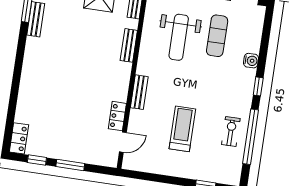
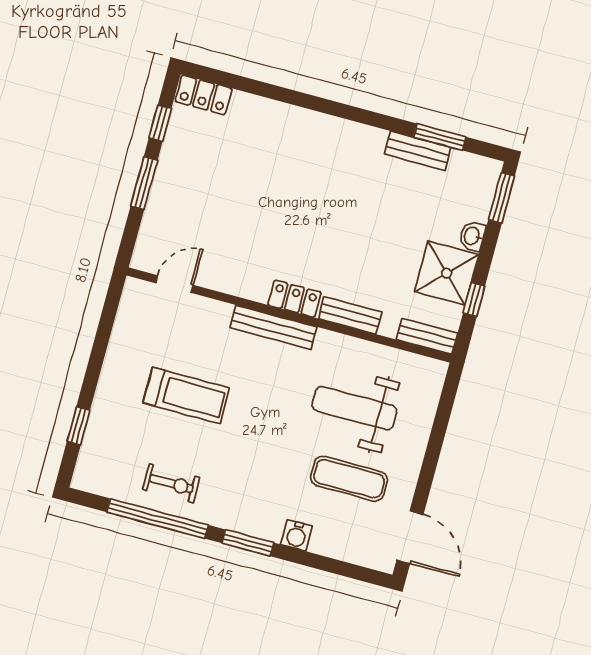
window: (258, 86) -> (248, 543), width x1.50
bench: (139, 92) -> (273, 327), width x1.36
locker: (117, 116) -> (295, 299), moved
door: (123, 142) -> (175, 284), swing flipped

